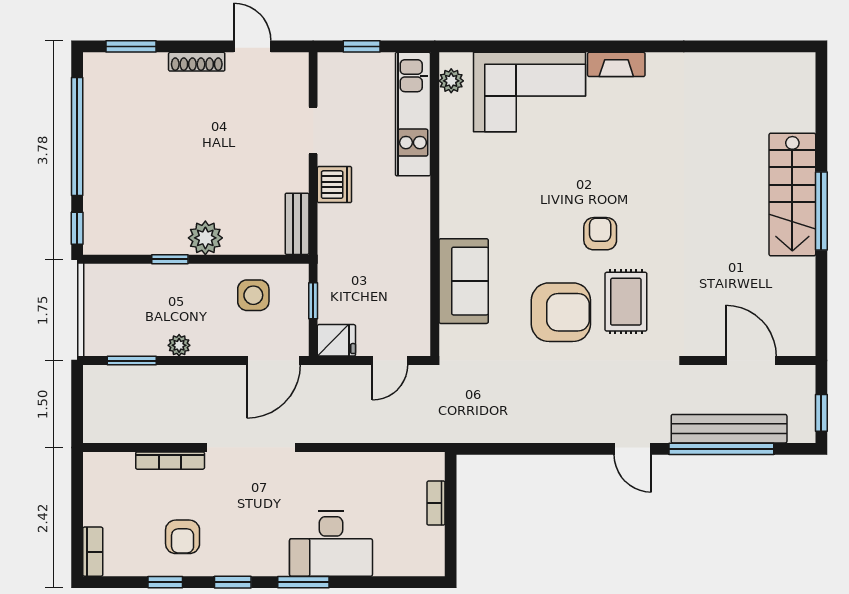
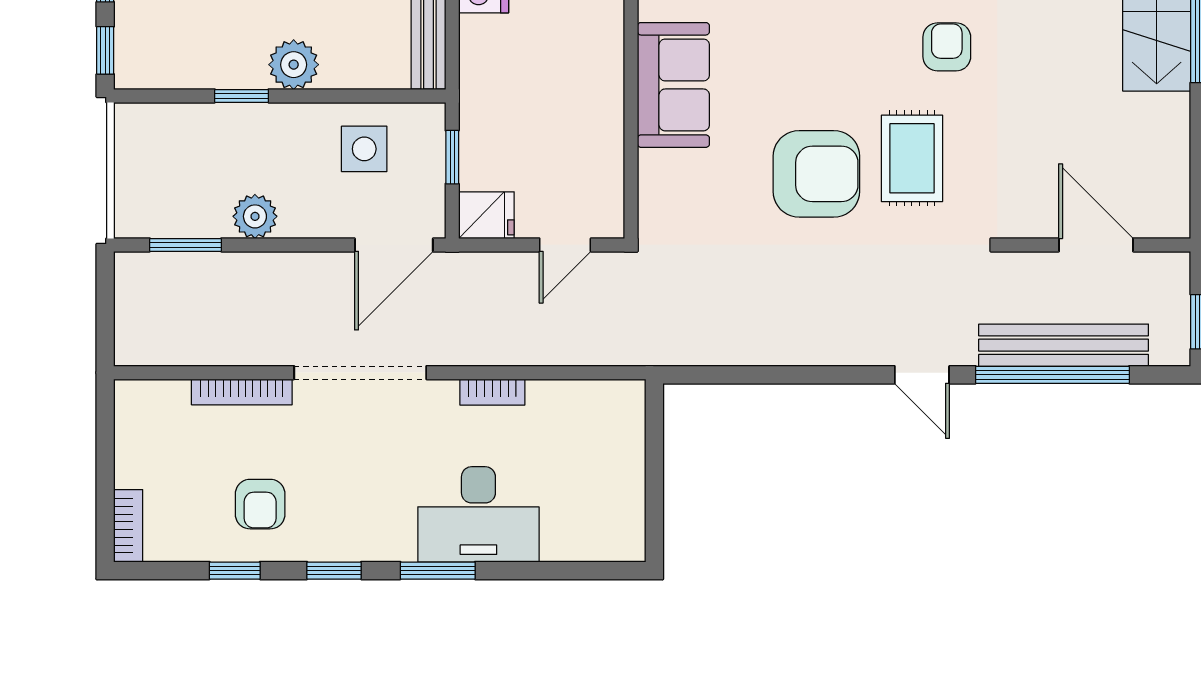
armchair: (600, 234) -> (947, 47), moved
sofa: (464, 281) -> (673, 85), moved
plant: (179, 345) -> (255, 216), width x1.38, depth x1.38
bookcase: (436, 503) -> (492, 392), moved, turned -90

